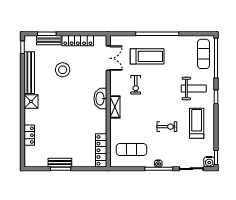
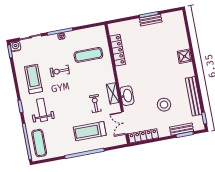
locker: (78, 41) -> (143, 136), moved
weight bench: (194, 89) -> (42, 110), turned 90
washbasin: (100, 99) -> (127, 96), moved
shower: (31, 101) -> (185, 56), moved
shelving: (115, 107) -> (113, 93), moved
treadmill: (197, 123) -> (34, 79), turned 180
locker: (29, 135) -> (183, 40), removed
locker: (101, 150) -> (118, 50), moved
exercise mat: (132, 150) -> (88, 55), moved

